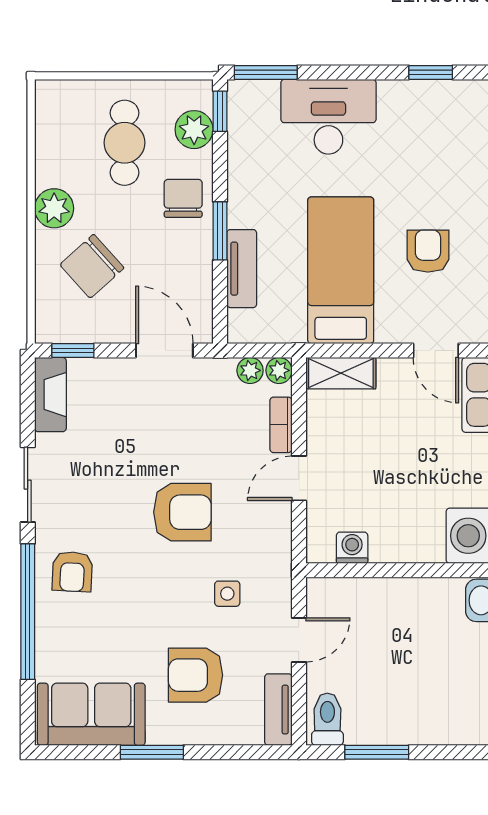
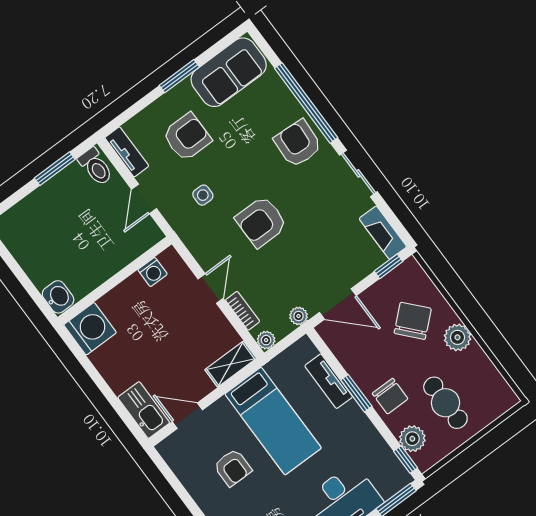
plant: (250, 370) -> (299, 316), moved
armchair: (72, 572) -> (298, 143), width x1.38, depth x1.38

